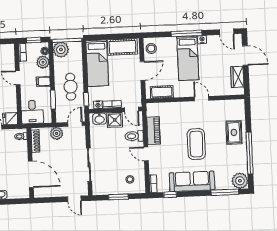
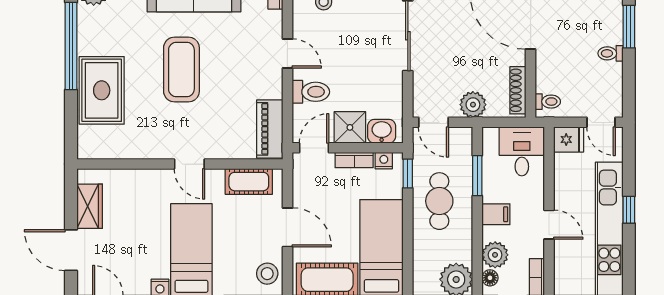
door: (142, 71) -> (287, 227), swing flipped
door: (202, 99) -> (189, 164), moved
door: (131, 109) -> (314, 148), hinge flipped
door: (75, 124) -> (433, 122), hinge flipped
piano: (154, 131) -> (270, 129), moved
rug: (234, 132) -> (102, 90), width x1.36, depth x1.43

